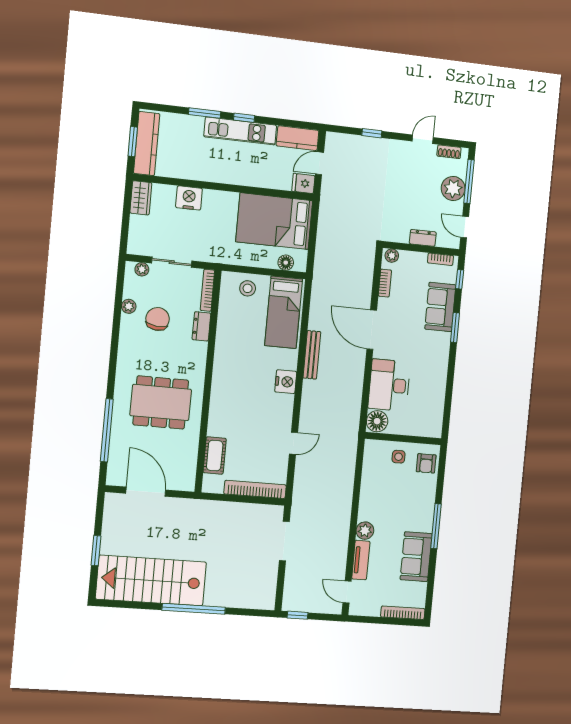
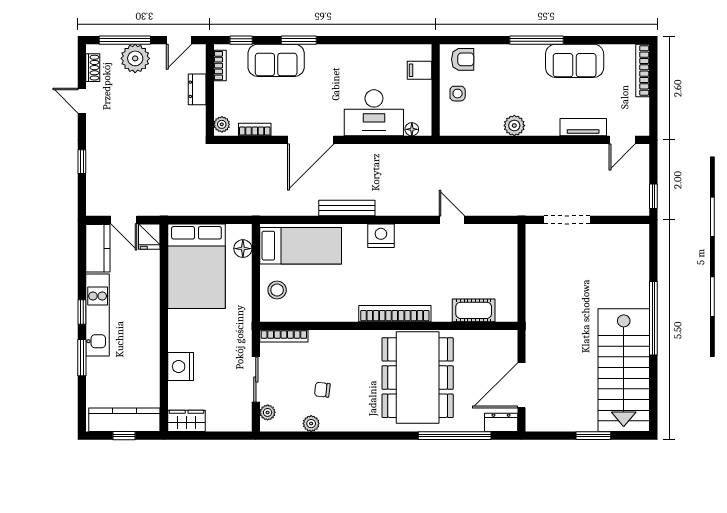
window: (133, 142) -> (124, 436), width x0.67
chair: (158, 319) -> (322, 390), width x0.54, depth x0.54
dresser: (201, 326) -> (501, 422), moved, turned 180
dining table: (161, 402) -> (418, 378), width x1.36, depth x1.24
floor lamp: (377, 421) -> (412, 129), width x0.53, depth x0.53
filing cabinet: (421, 426) -> (419, 70), added
bookcase: (255, 489) -> (395, 314), moved, turned 90
plant: (365, 531) -> (514, 126), moved

